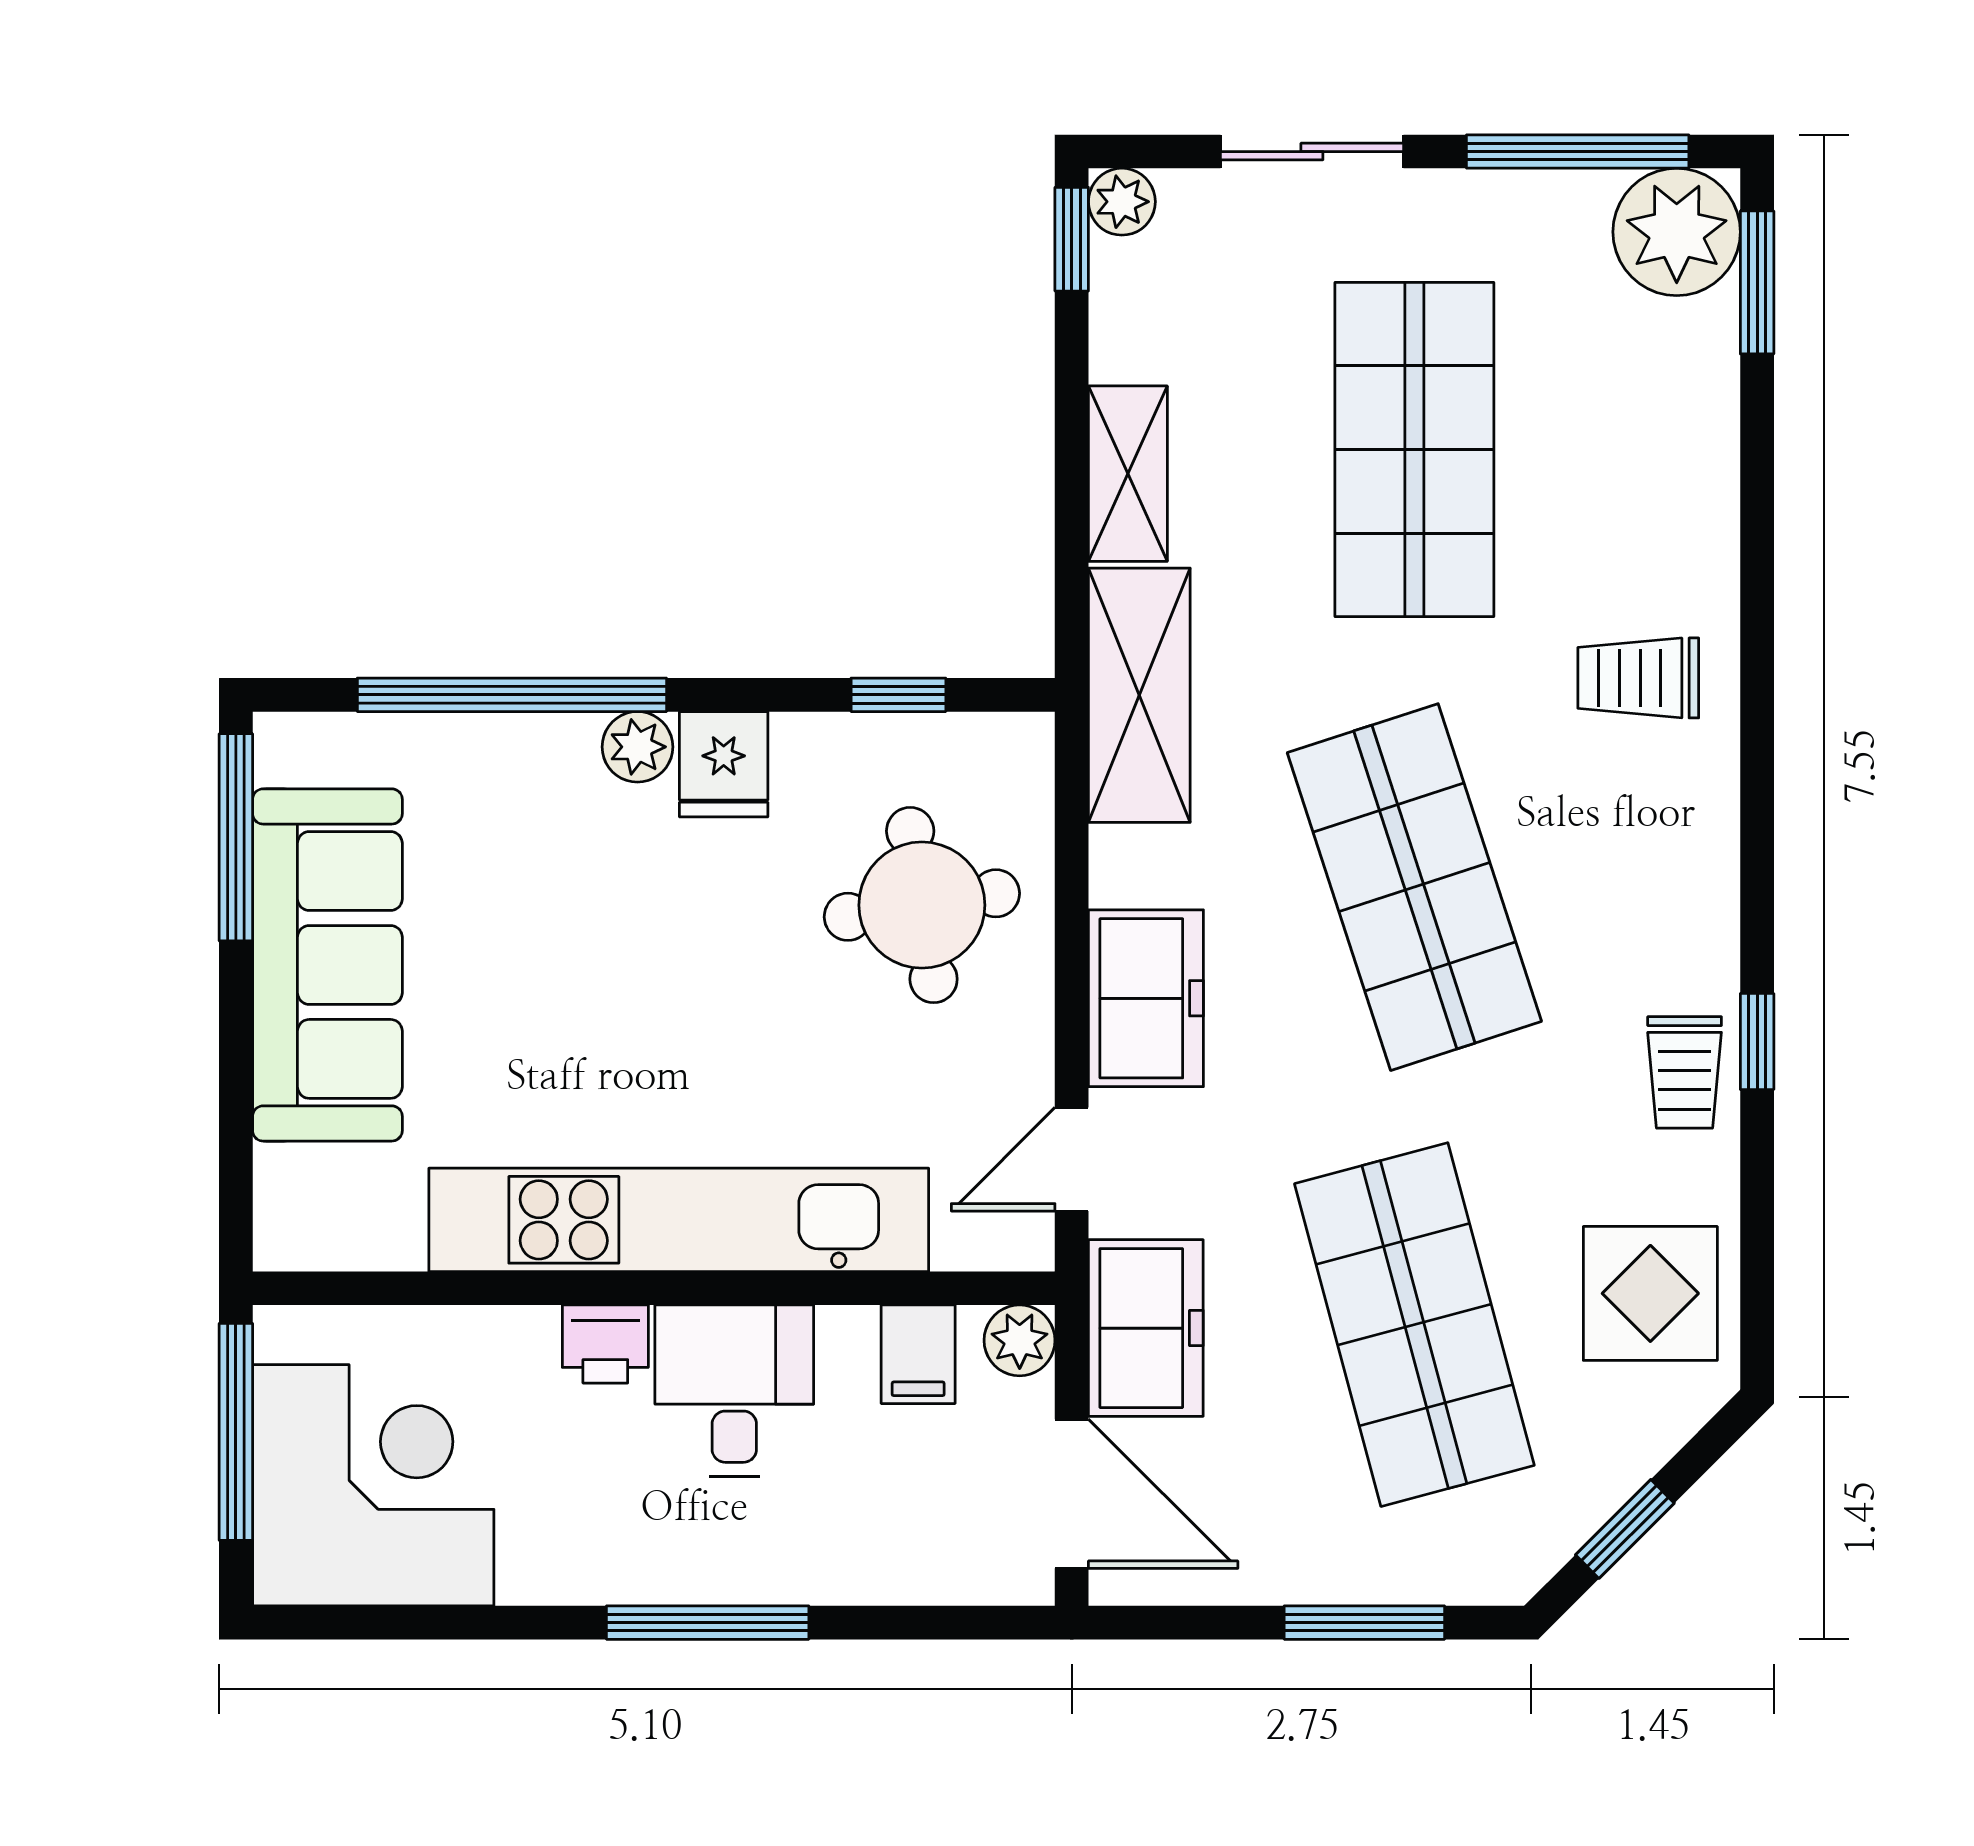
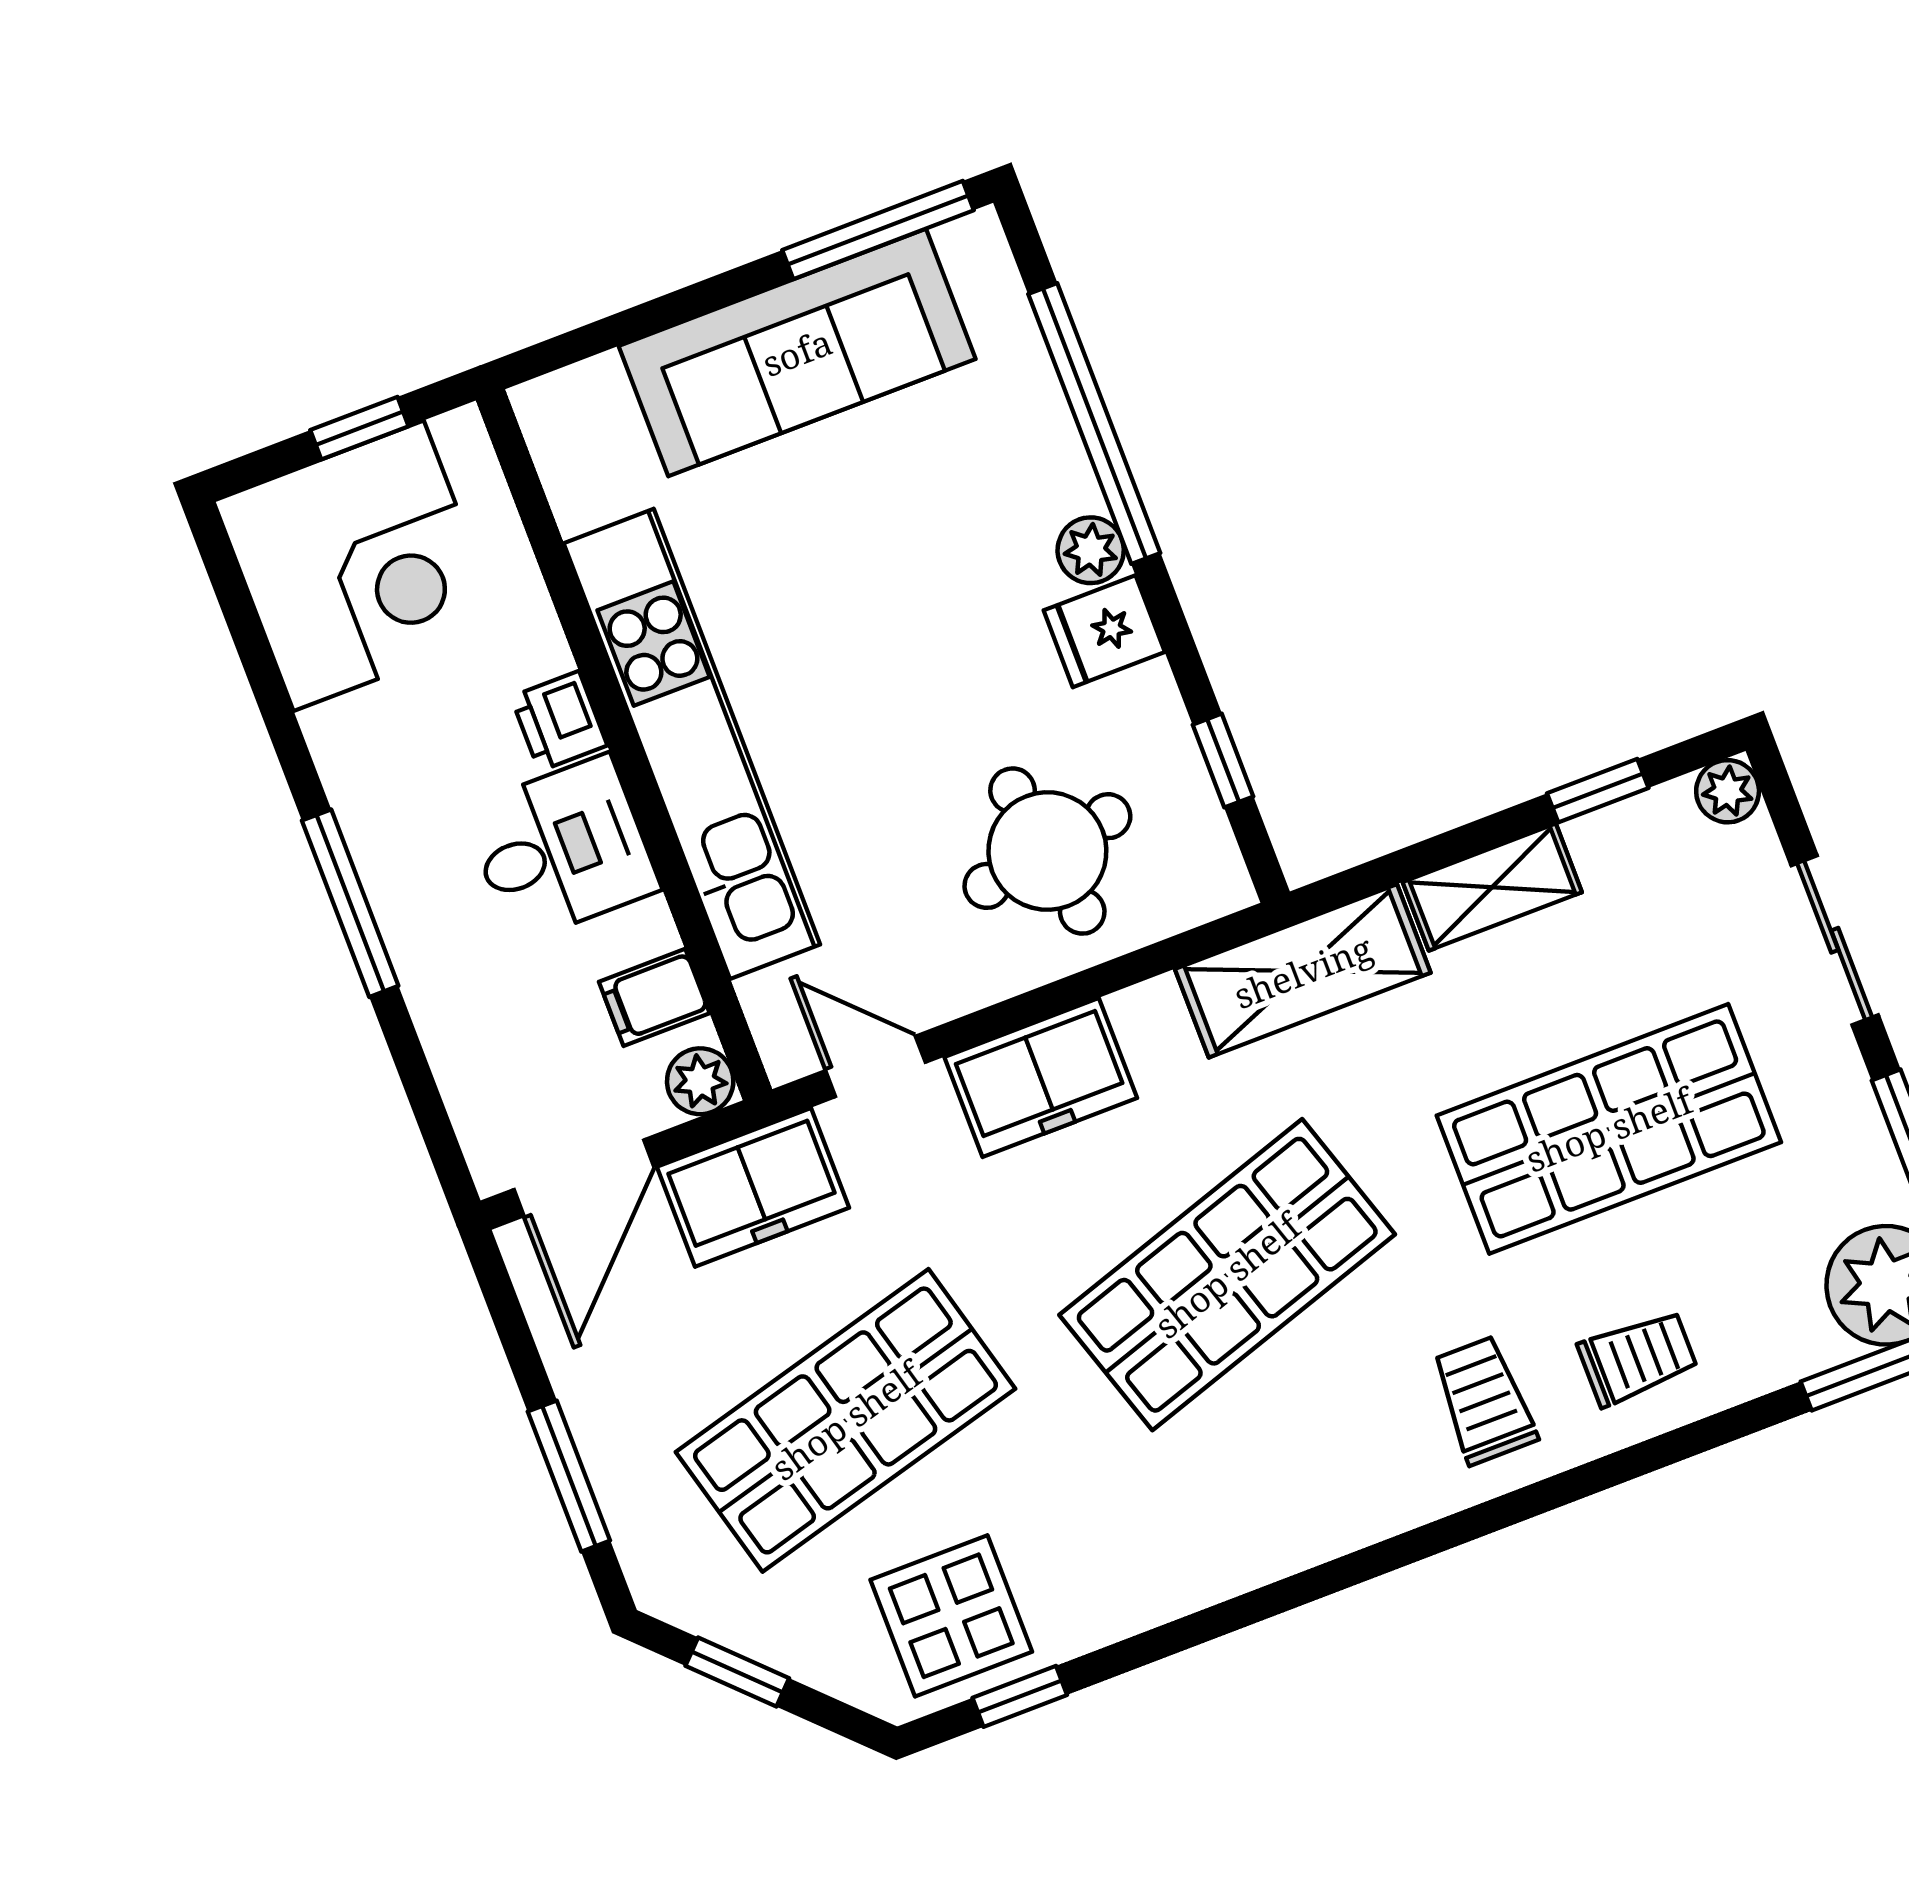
window: (1072, 239) -> (1598, 791), moved
window: (1757, 1041) -> (1020, 1696), moved
trolley: (1685, 1072) -> (1638, 1358), moved, turned 180
window: (236, 1432) -> (359, 428), width x0.46

